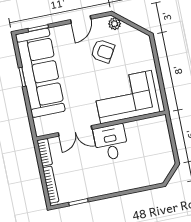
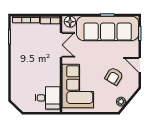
plant: (115, 24) -> (121, 102), moved
floor lamp: (42, 125) -> (70, 22), added
double door: (75, 131) -> (61, 45), swing flipped
desk: (111, 142) -> (48, 98), moved

